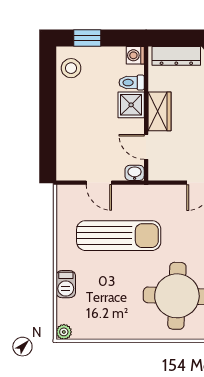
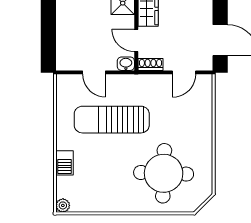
shoe rack: (162, 174) -> (150, 64), added
sun lounger: (119, 236) -> (112, 120), turned 180

